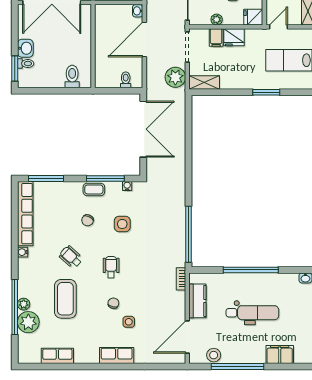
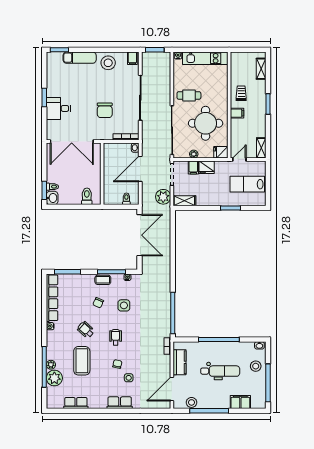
washbasin: (25, 48) -> (52, 198), moved
stool: (300, 306) -> (256, 366), added

